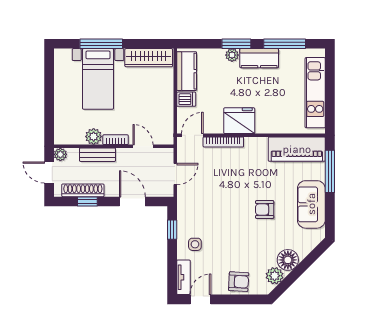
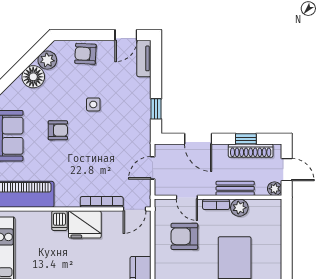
dishwasher: (186, 99) -> (59, 221), moved, turned -90
armchair: (145, 109) -> (184, 236), added
side table: (195, 244) -> (93, 104), moved

